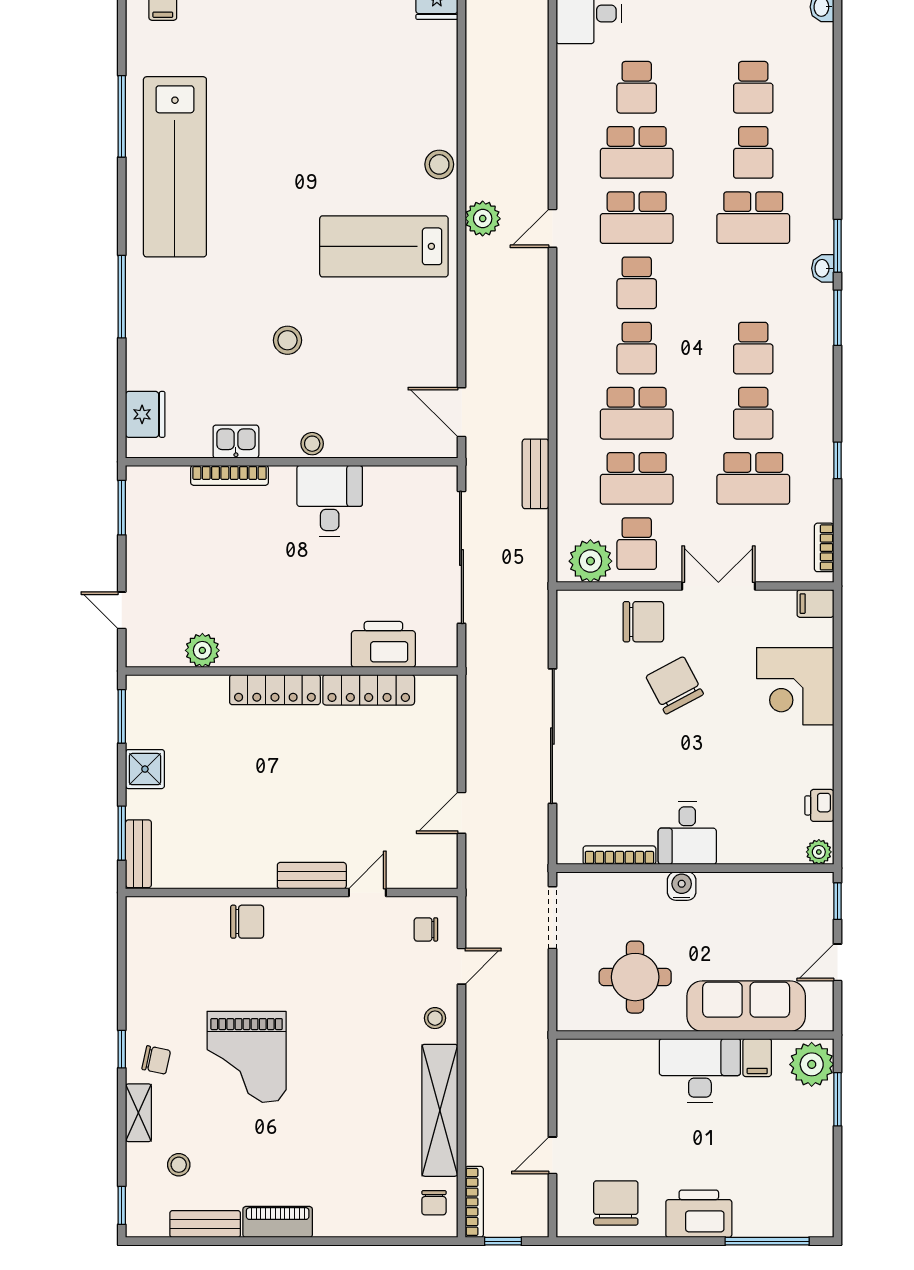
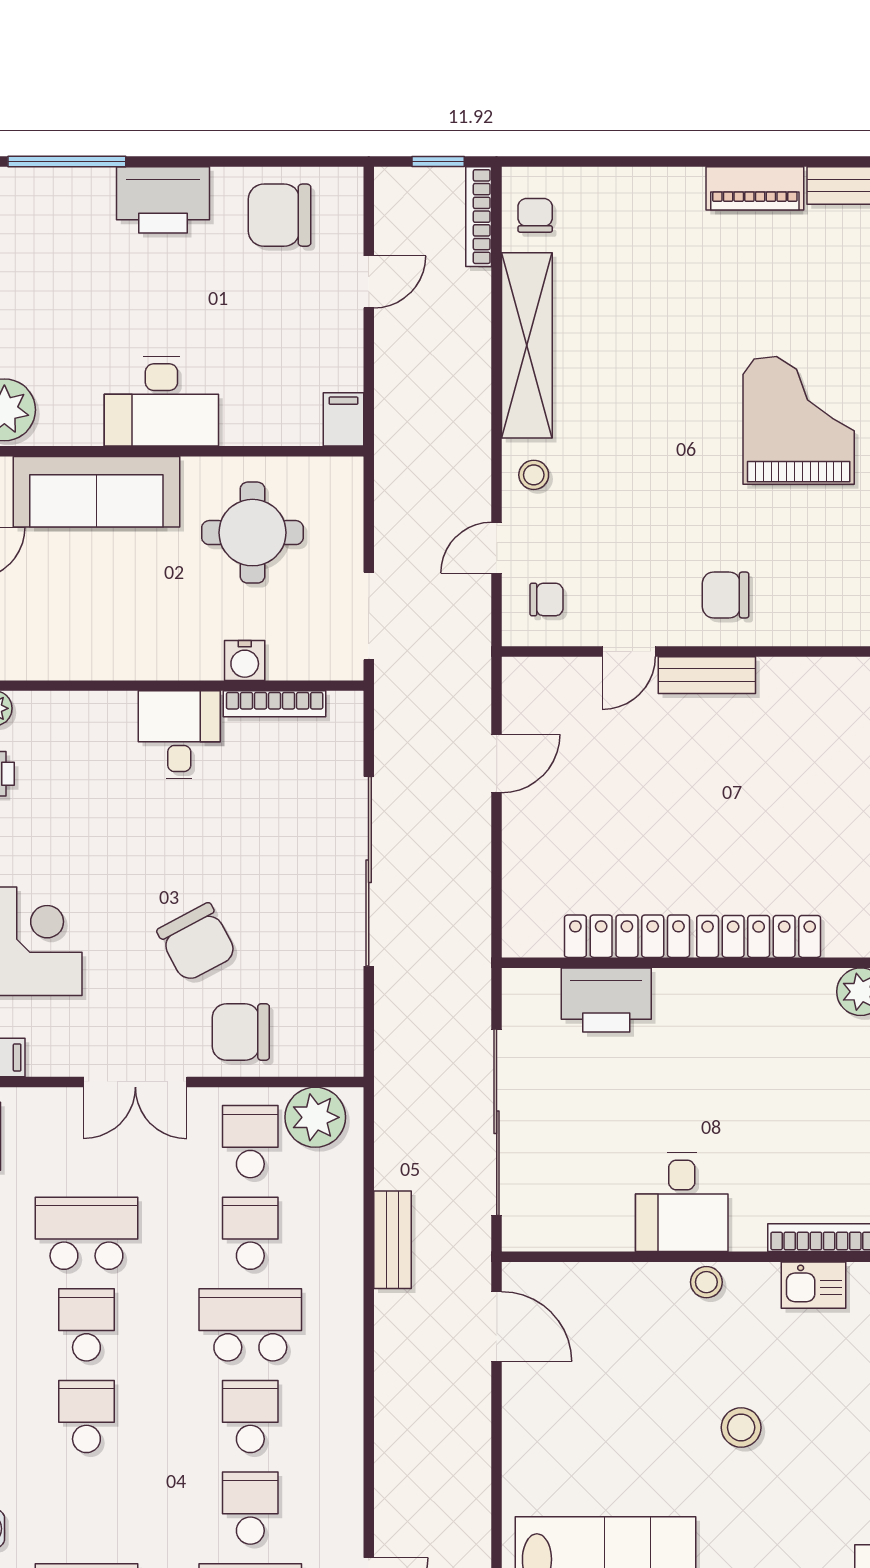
school desk: (637, 478) -> (250, 1233), width x0.54
water cooler: (682, 886) -> (245, 660), moved
chair: (247, 922) -> (726, 595), moved
filing cabinet: (757, 1058) -> (344, 419), moved
chair: (616, 1203) -> (280, 215), turned 90

